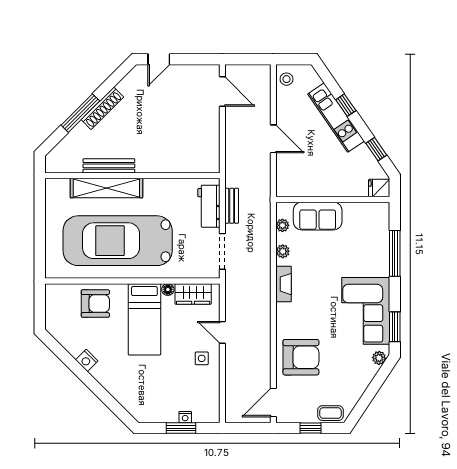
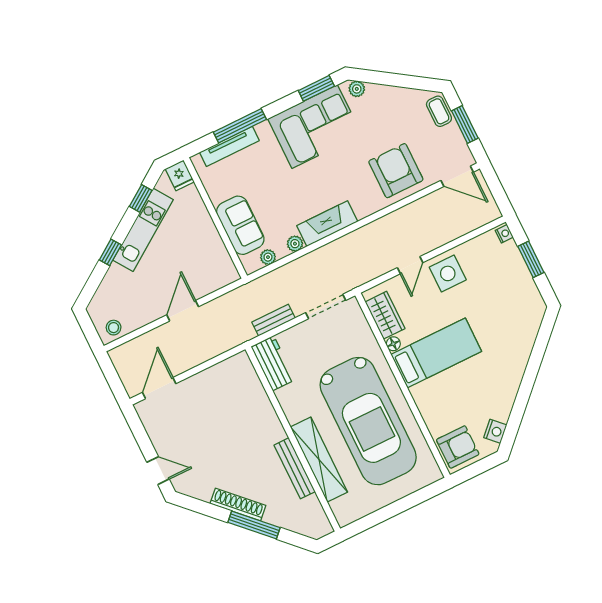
kitchen unit: (336, 117) -> (143, 230), moved
workbench: (209, 206) -> (273, 363), moved, turned -90
tv unit: (383, 237) -> (229, 146), added
fireplace: (284, 284) -> (327, 224), width x1.37, depth x1.32
armchair: (95, 304) -> (458, 447), moved, turned 90
side table: (202, 358) -> (448, 273), width x1.87, depth x1.87
nightstand: (87, 360) -> (495, 431), moved
nightstand: (185, 417) -> (504, 234), moved
window: (310, 428) -> (465, 125), width x1.50

